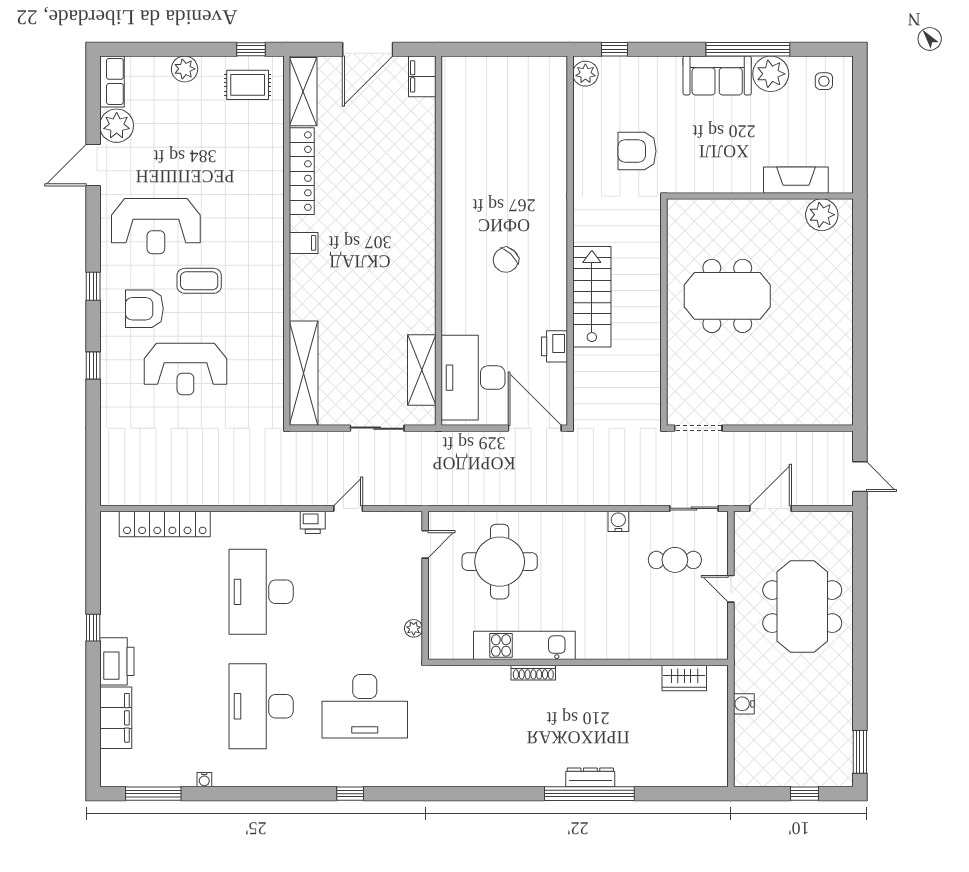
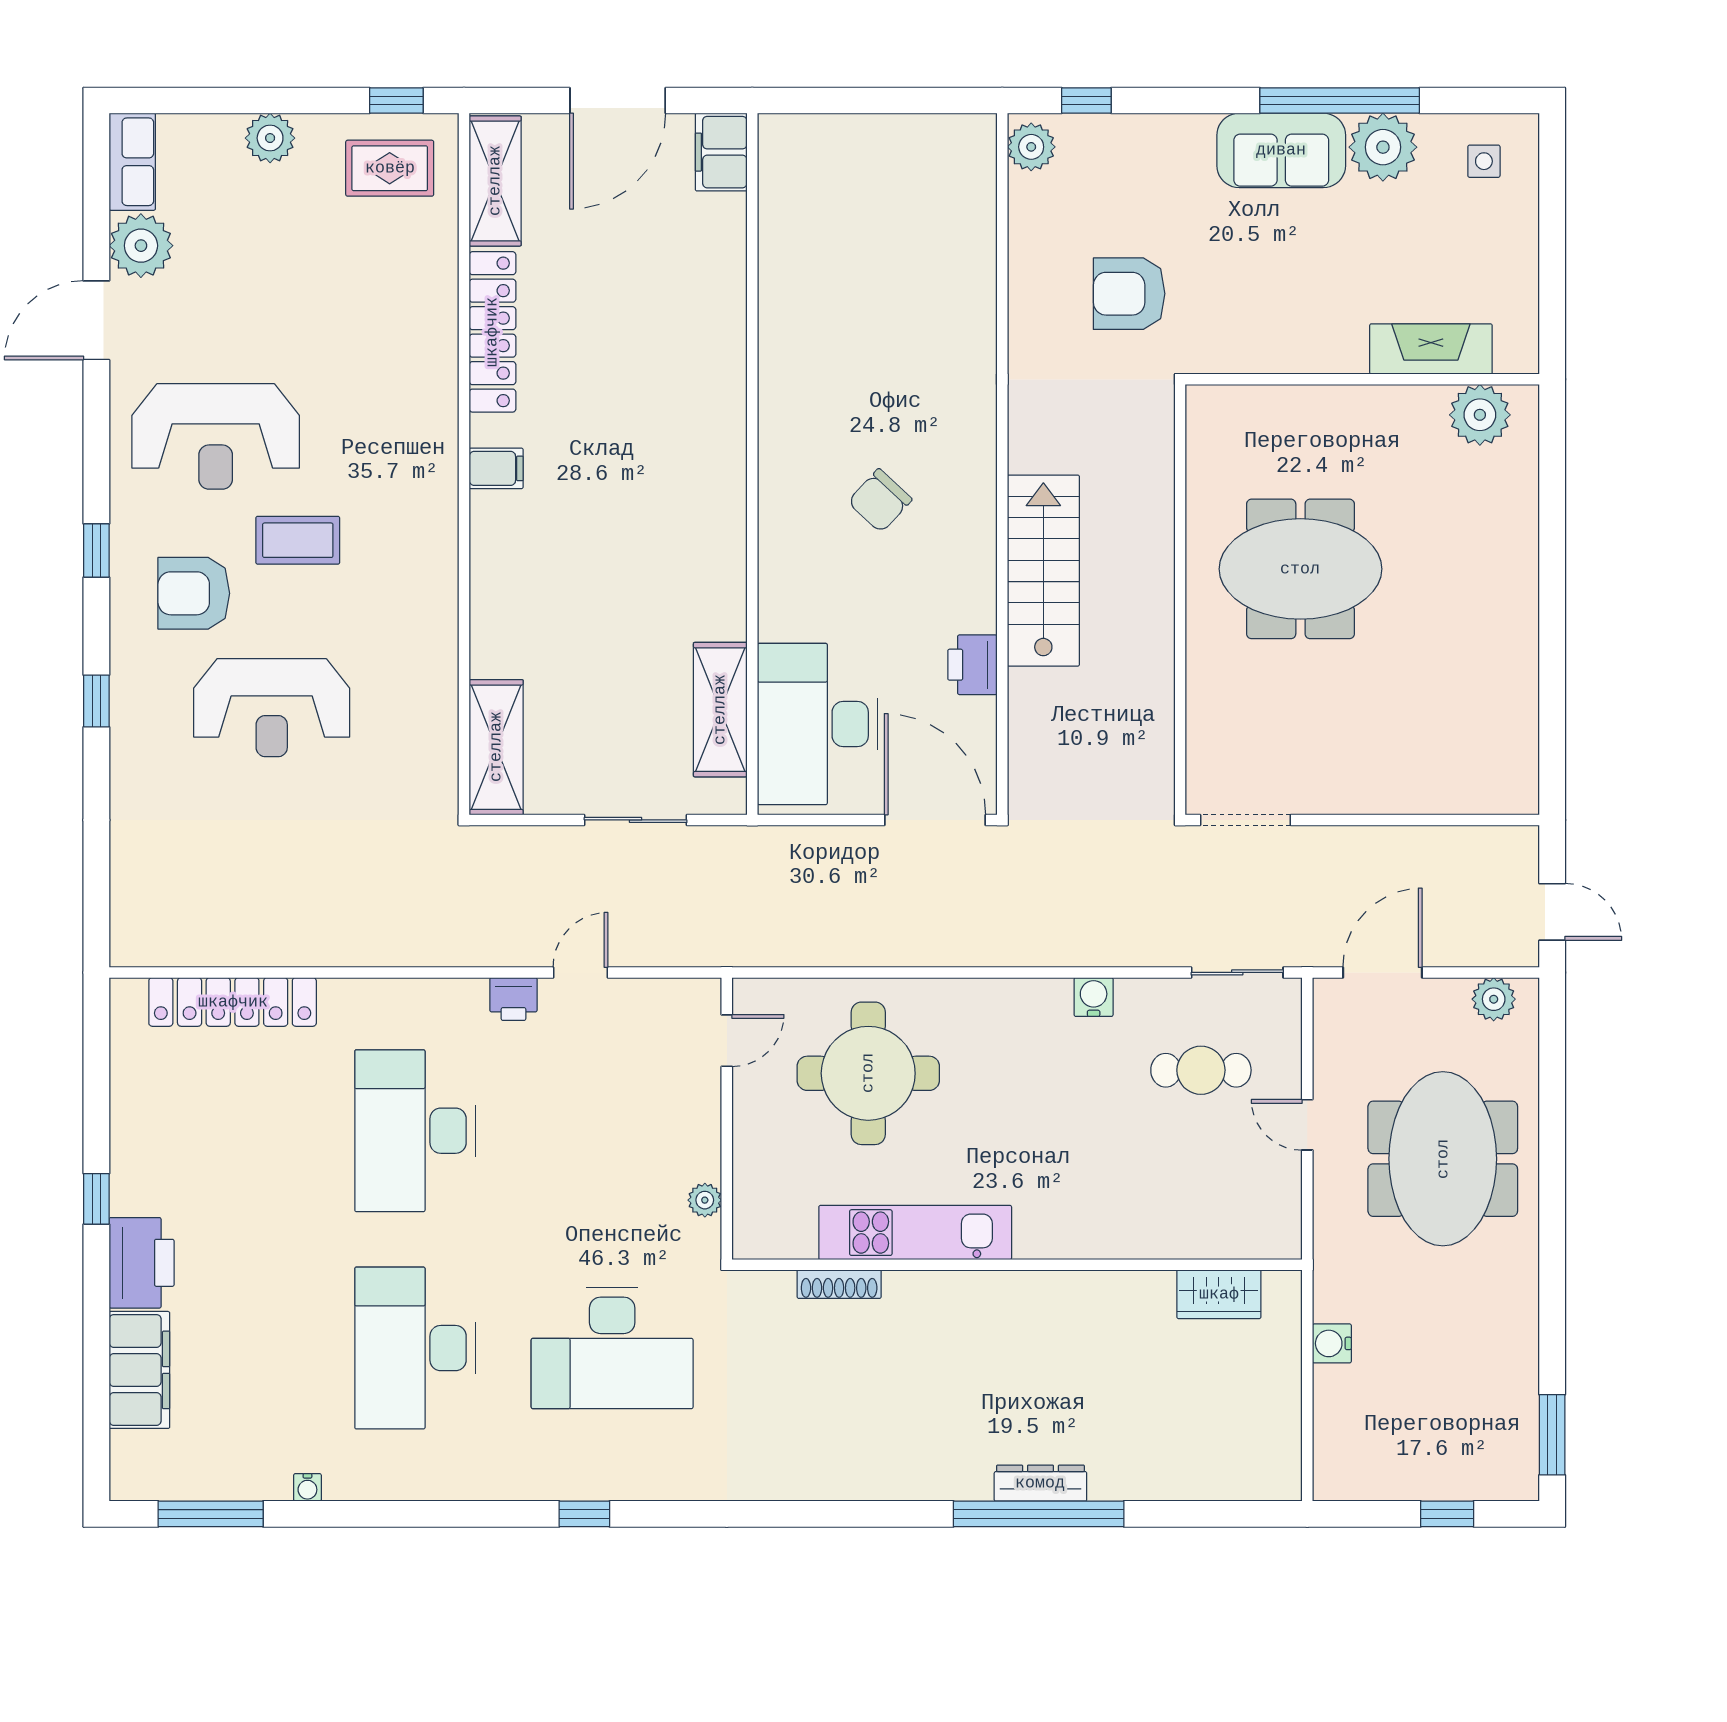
shelving: (304, 373) -> (496, 747), width x0.68
plant: (829, 523) -> (1494, 999), added
shoe rack: (533, 673) -> (839, 1284), moved

